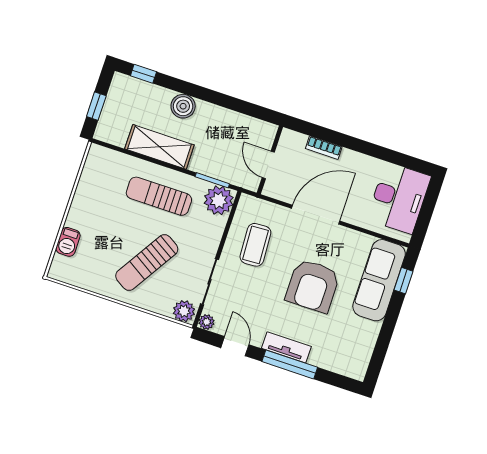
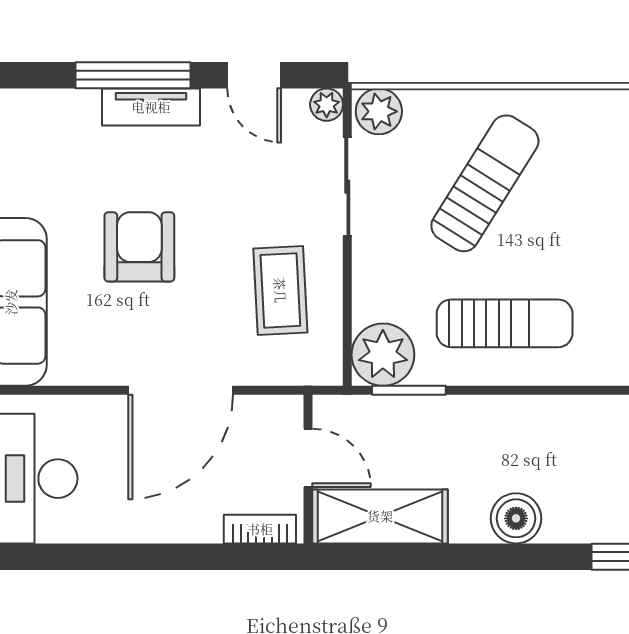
shelving: (159, 147) -> (380, 516), moved
bookcase: (324, 148) -> (260, 529), moved
armchair: (313, 286) -> (139, 247), width x0.73, depth x0.73

